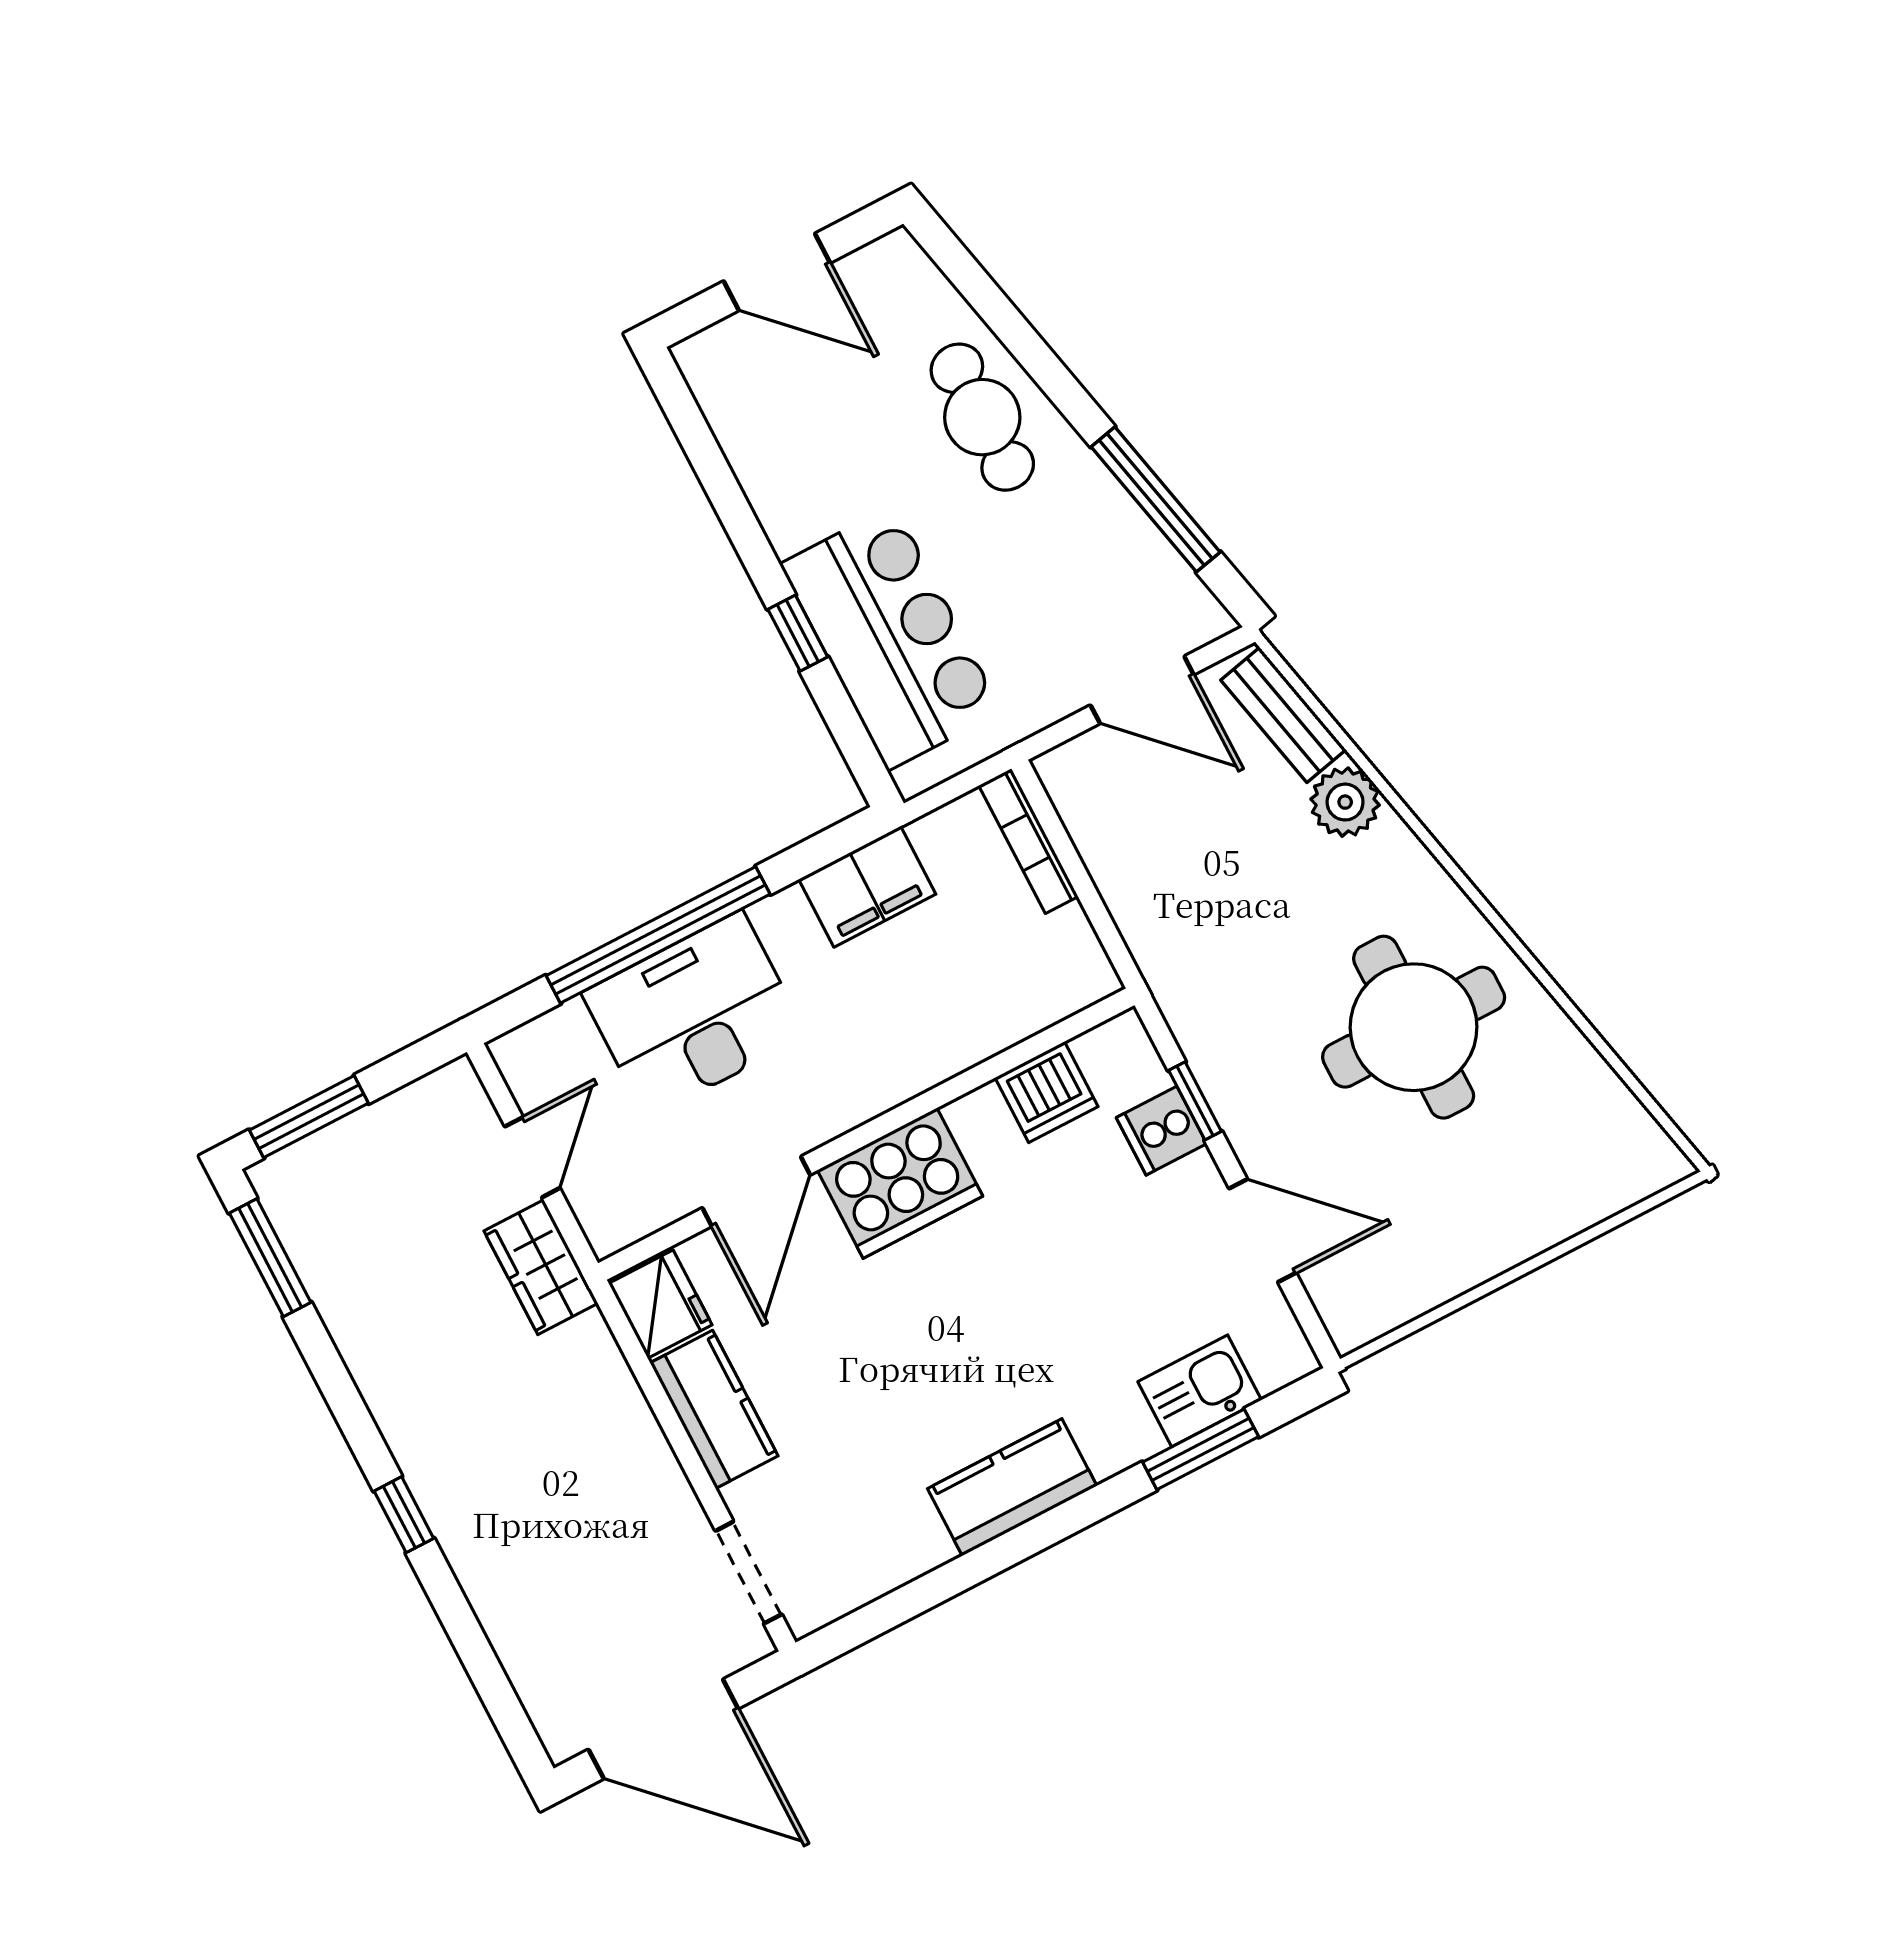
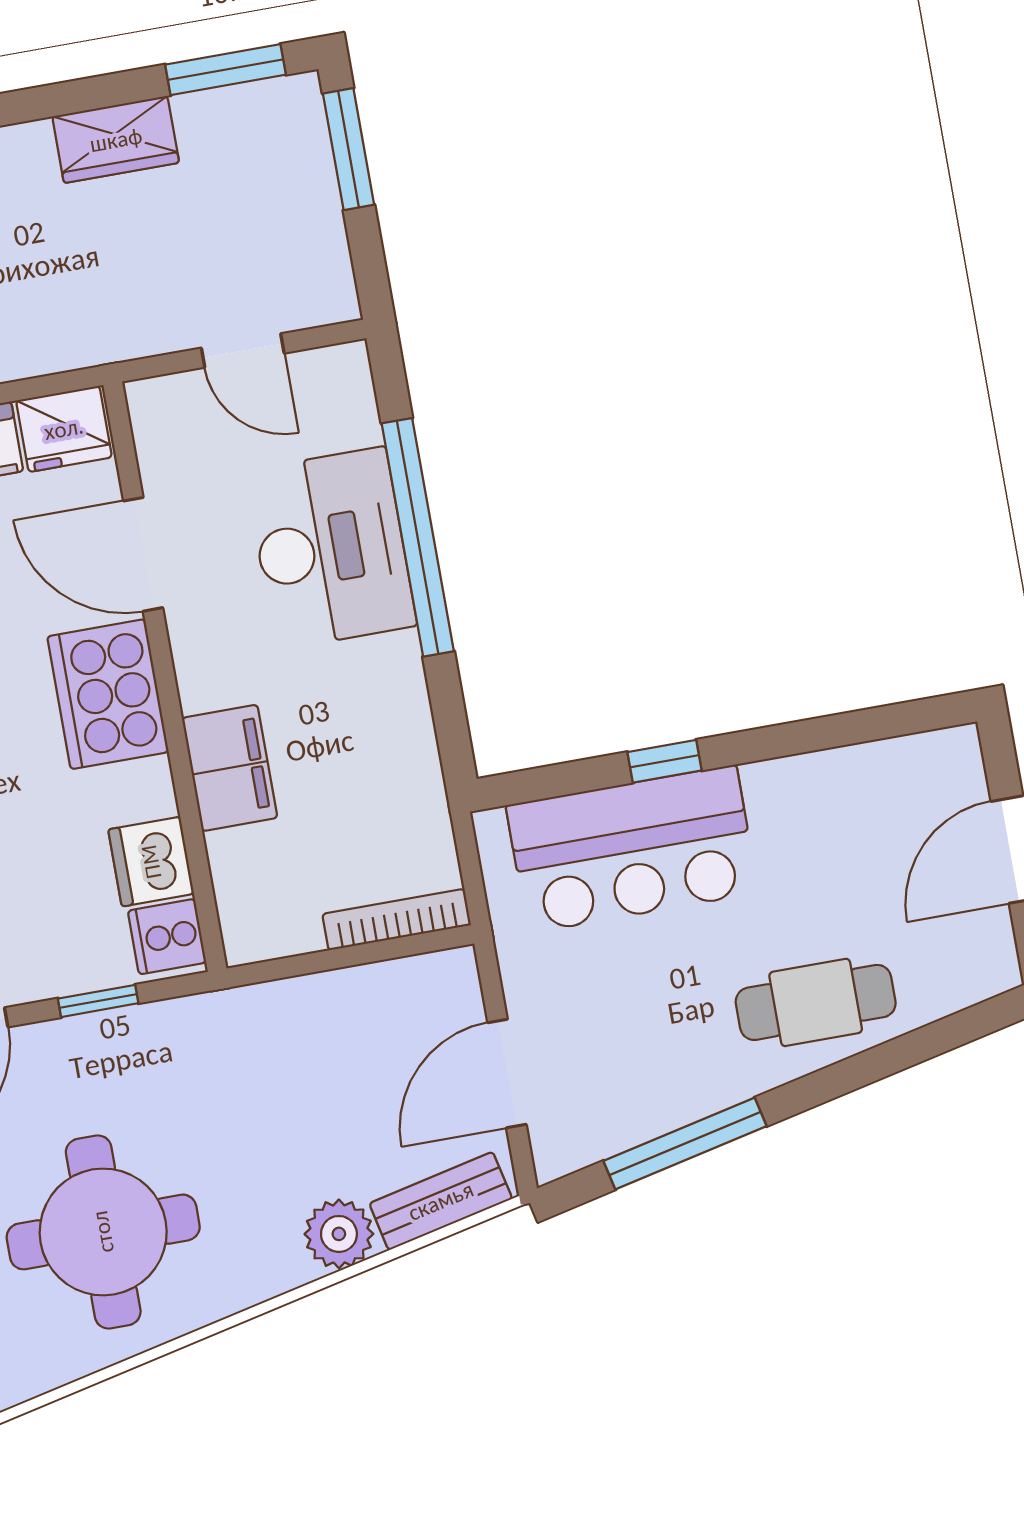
filing cabinet: (867, 887) -> (230, 768), moved, turned 180
cooker: (1161, 1131) -> (167, 937), moved, turned -90
wardrobe: (541, 1267) -> (116, 140), moved, turned 180

